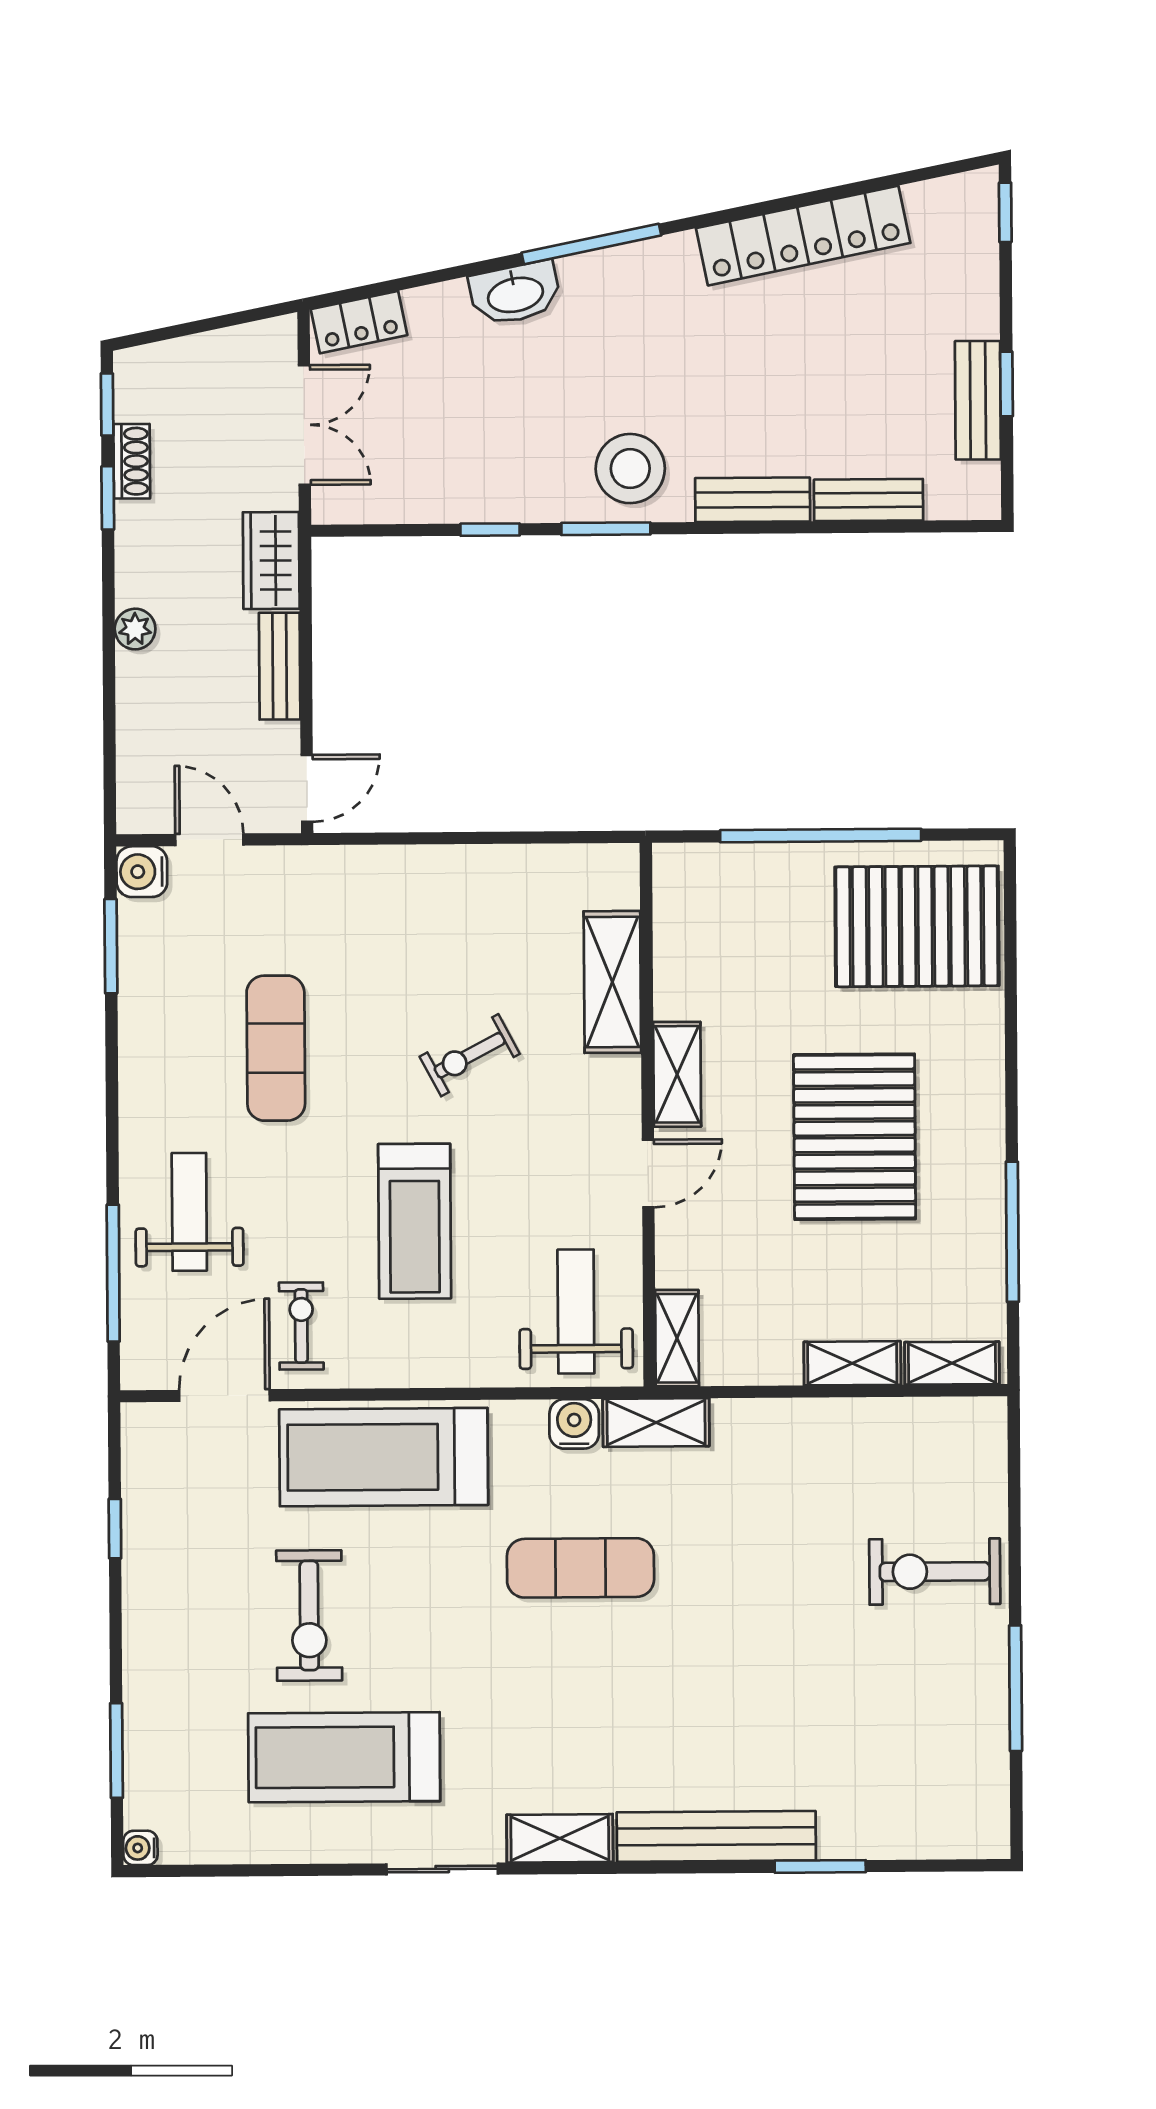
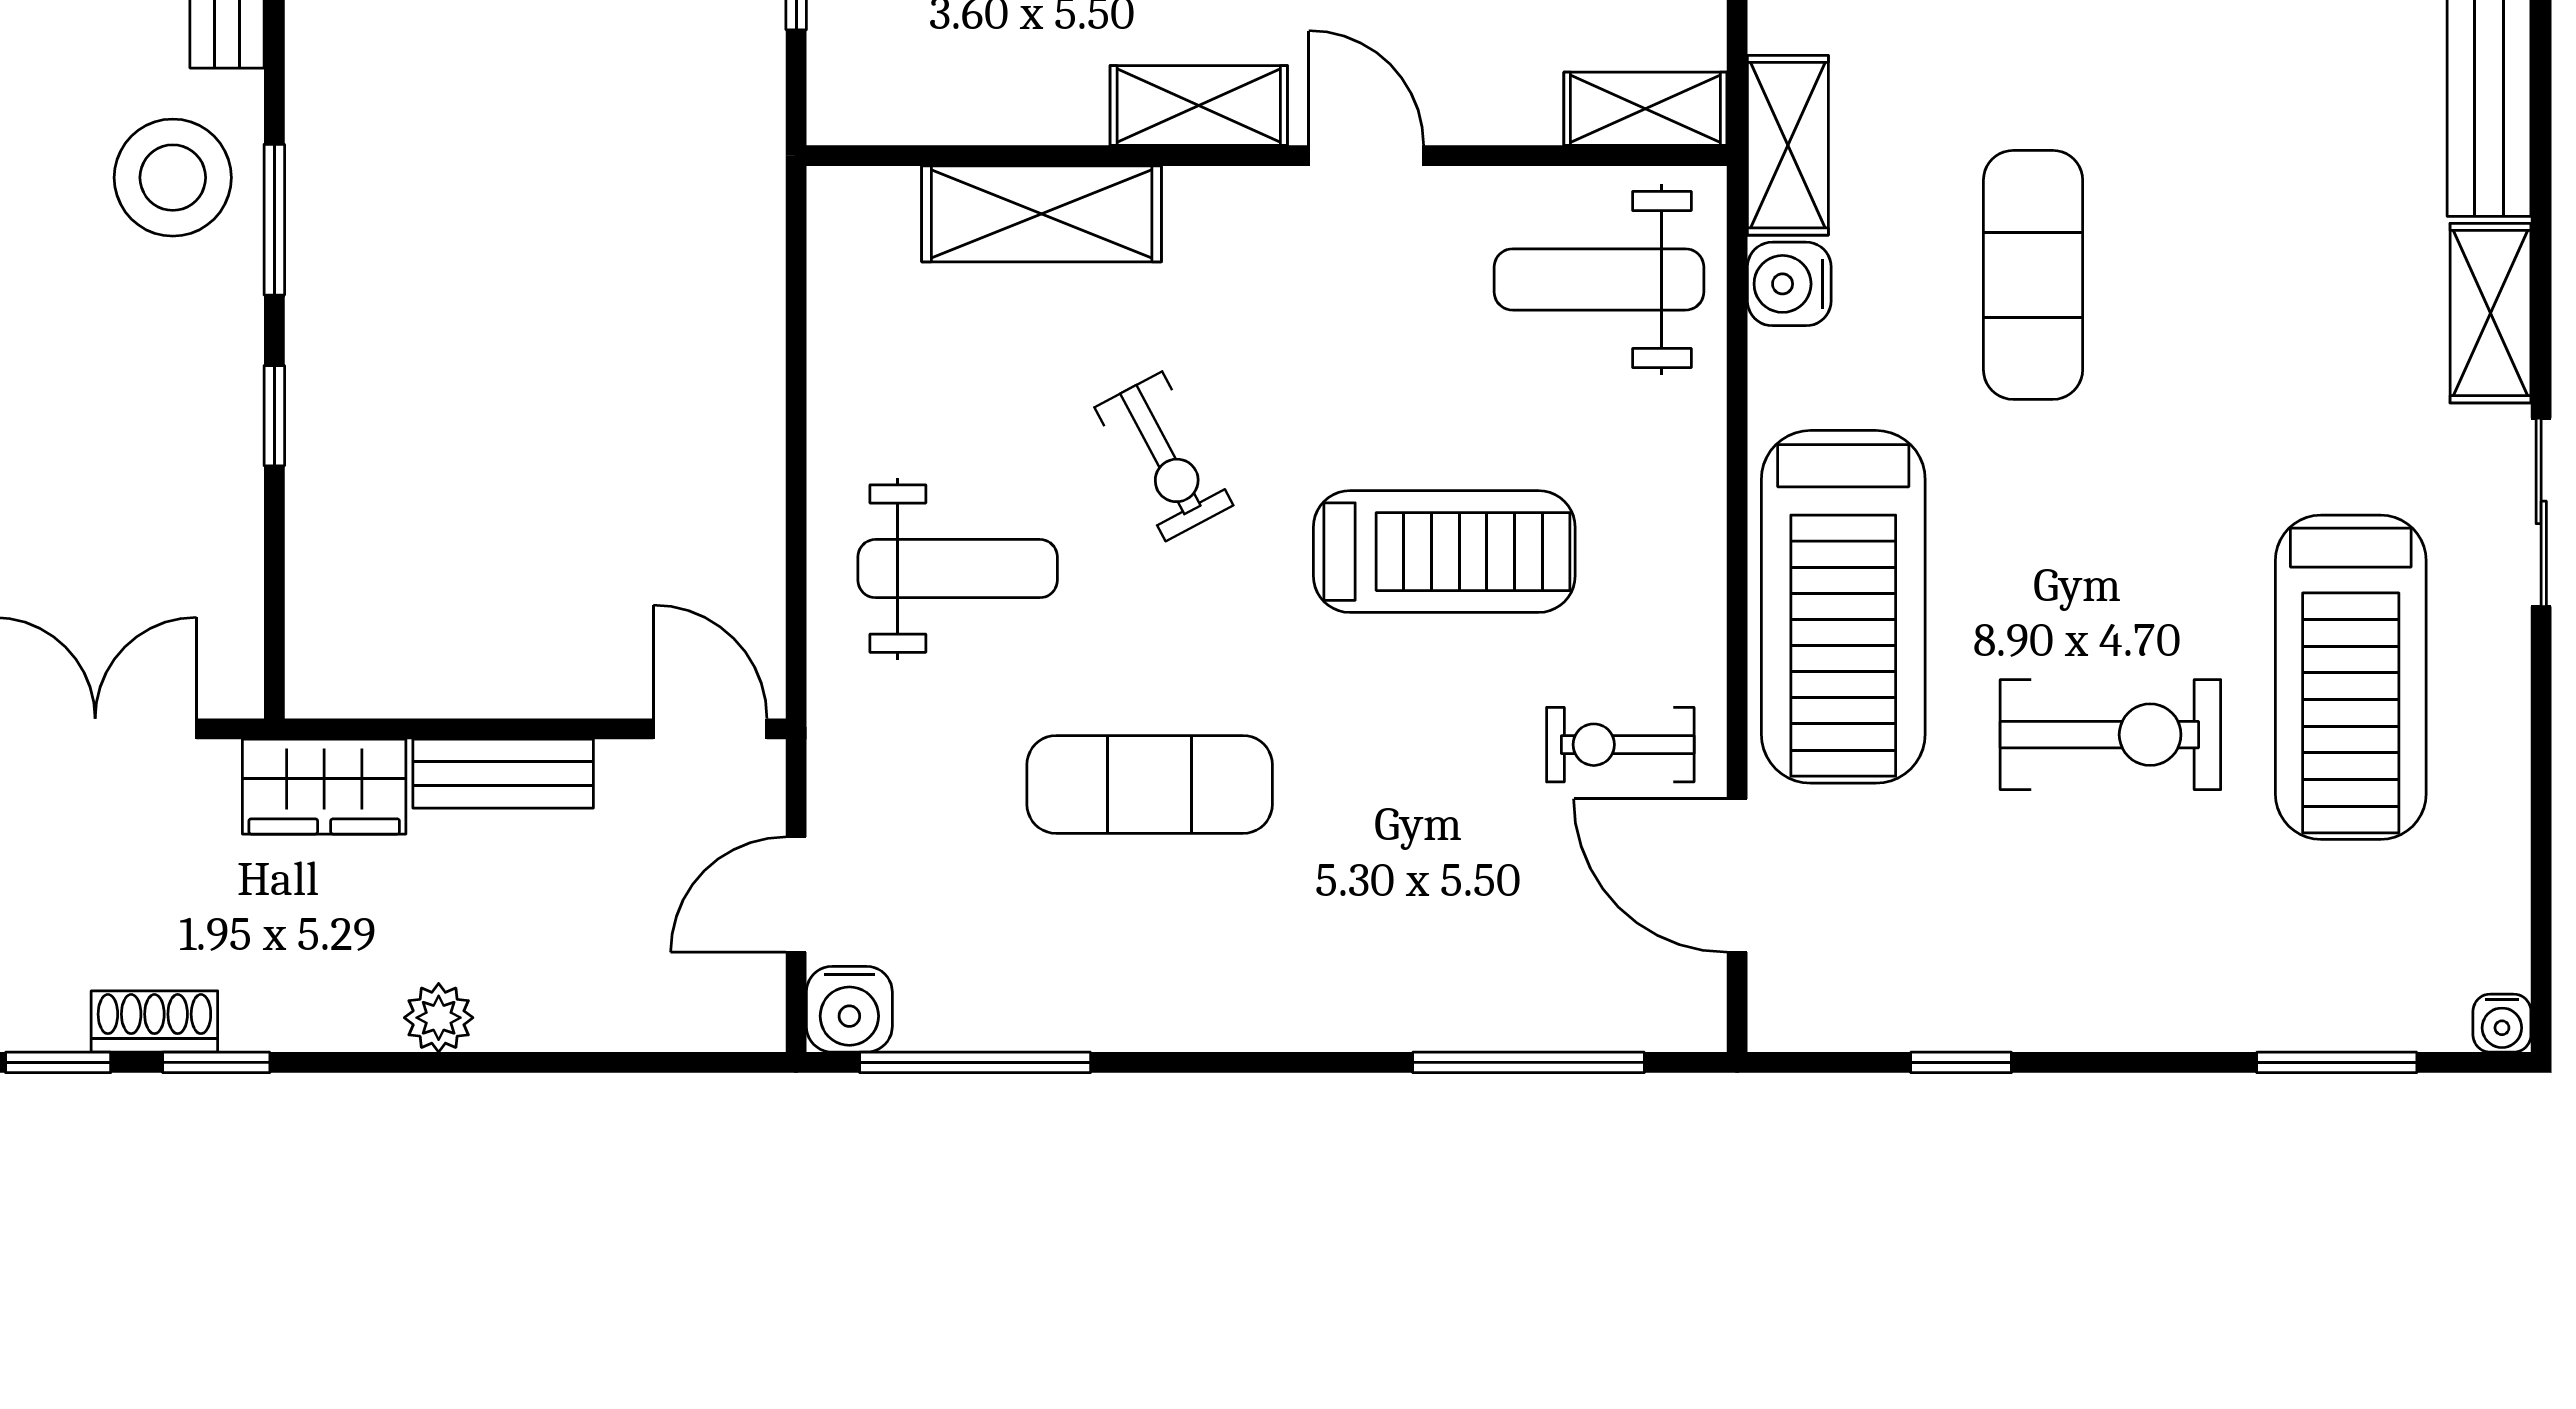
window: (111, 946) -> (975, 1062), width x1.44
weight bench: (189, 1212) -> (958, 569), moved, turned 180

